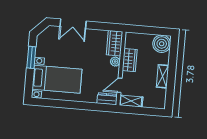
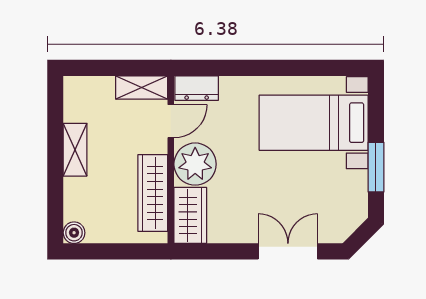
boiler: (162, 44) -> (74, 233), width x0.54, depth x0.54
wardrobe: (130, 60) -> (153, 193), width x1.50
plant: (115, 62) -> (195, 164), width x1.88, depth x1.88

